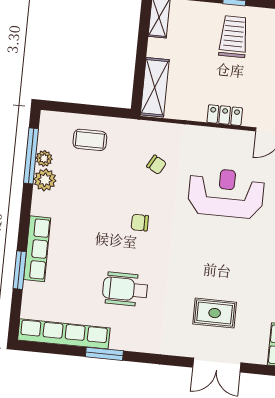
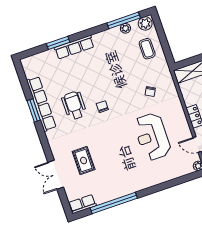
plant: (45, 180) -> (145, 23), moved
reception desk: (226, 193) -> (152, 137), turned 180
chair: (140, 223) -> (102, 107), moved
row of seats: (64, 334) -> (41, 104), moved

